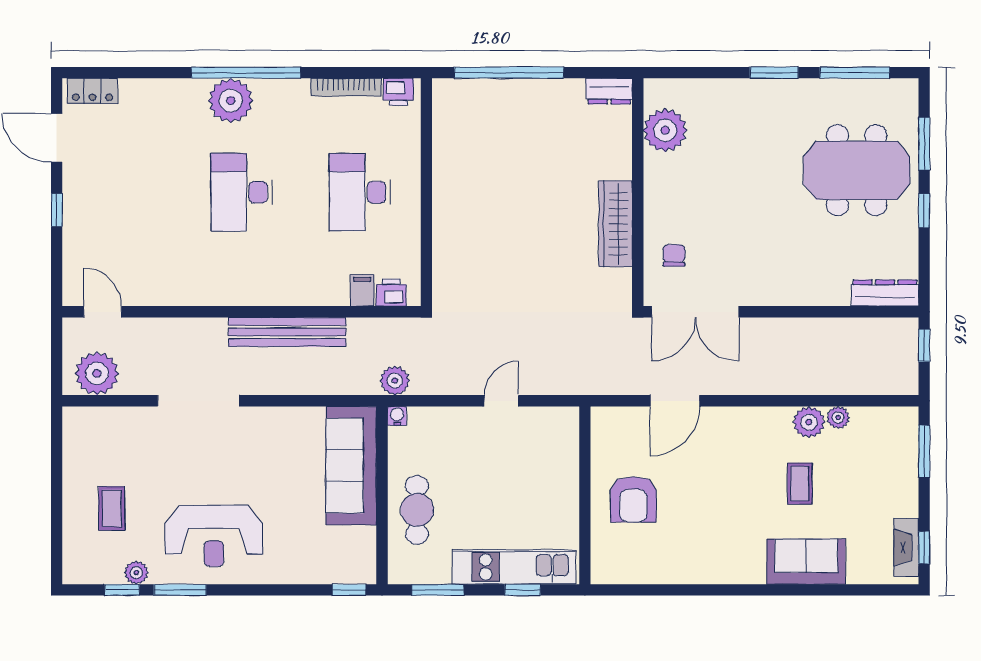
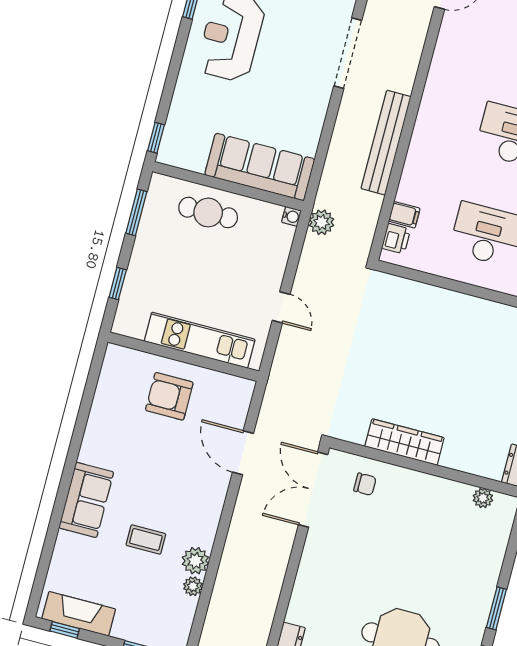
plant: (665, 130) -> (483, 498), width x0.53, depth x0.53
fireplace: (906, 548) -> (79, 614), width x1.37, depth x1.32
sofa: (806, 562) -> (86, 500), moved
kitchen unit: (514, 567) -> (200, 340), moved, turned -90

